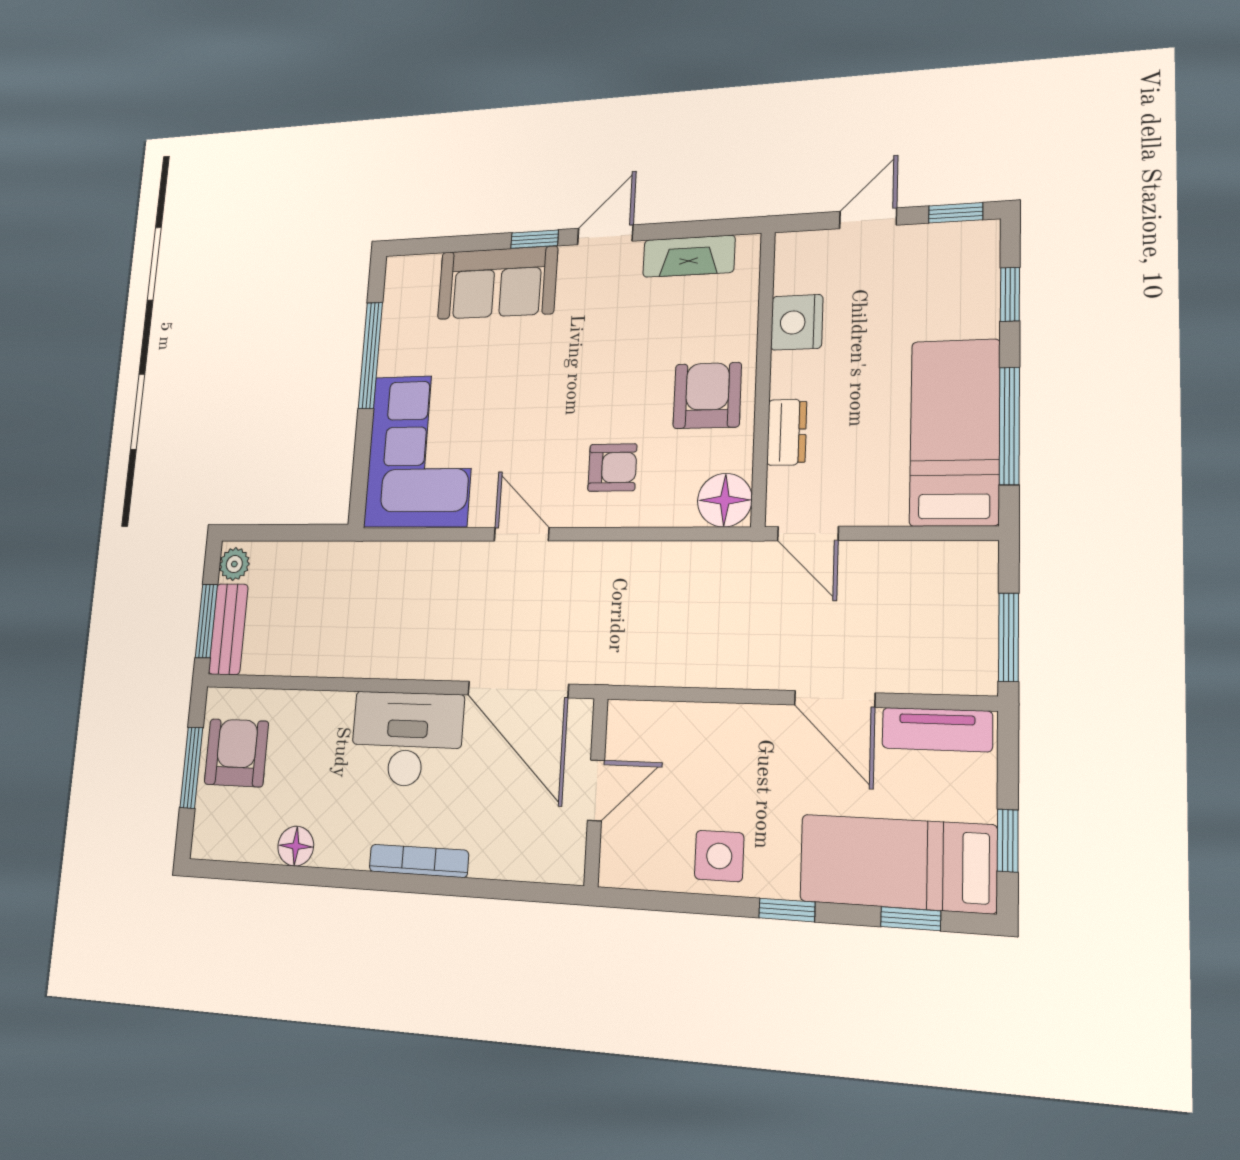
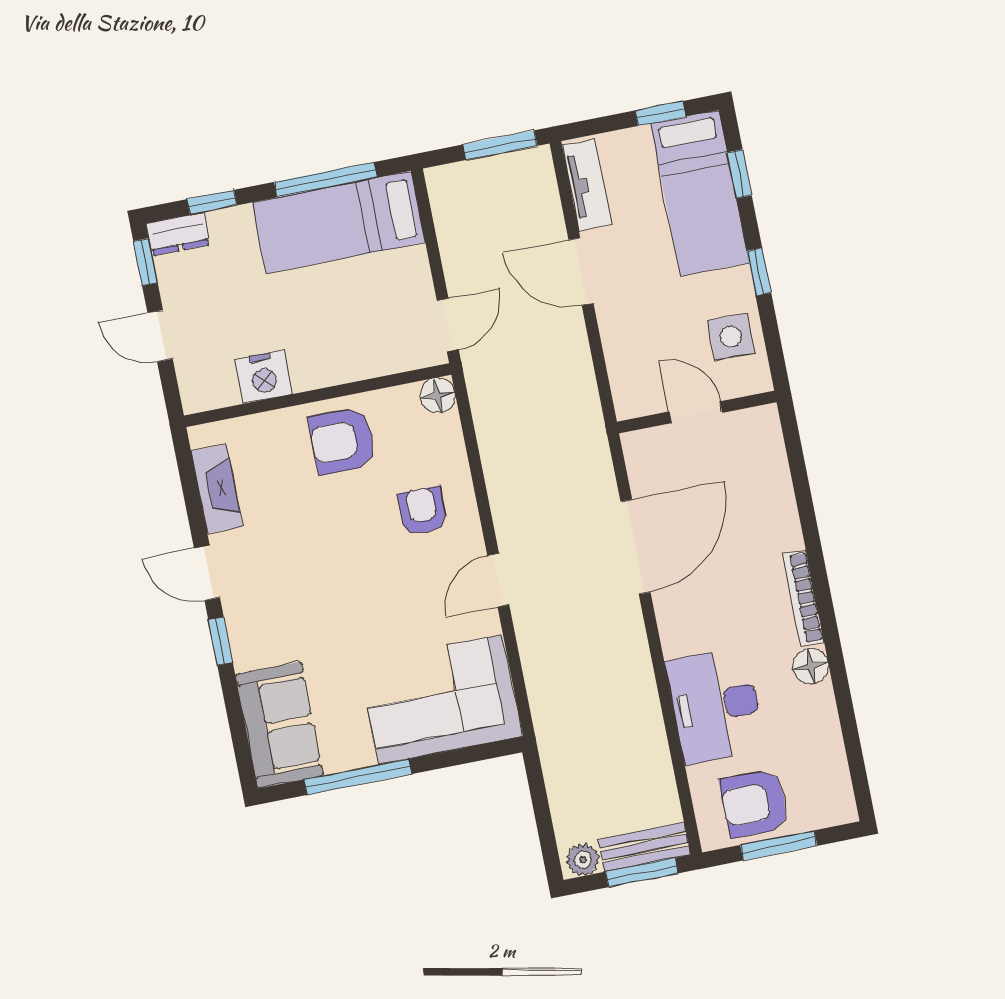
sofa: (497, 283) -> (279, 725), moved
dresser: (787, 432) -> (178, 234), moved, turned 180
floor lamp: (725, 500) -> (438, 395), width x0.73, depth x0.73
door: (835, 699) -> (581, 272), swing flipped
desk: (407, 739) -> (716, 705), moved
door: (596, 790) -> (696, 412), moved
wall: (596, 792) -> (697, 412), moved
floor lamp: (296, 846) -> (811, 666), moved

